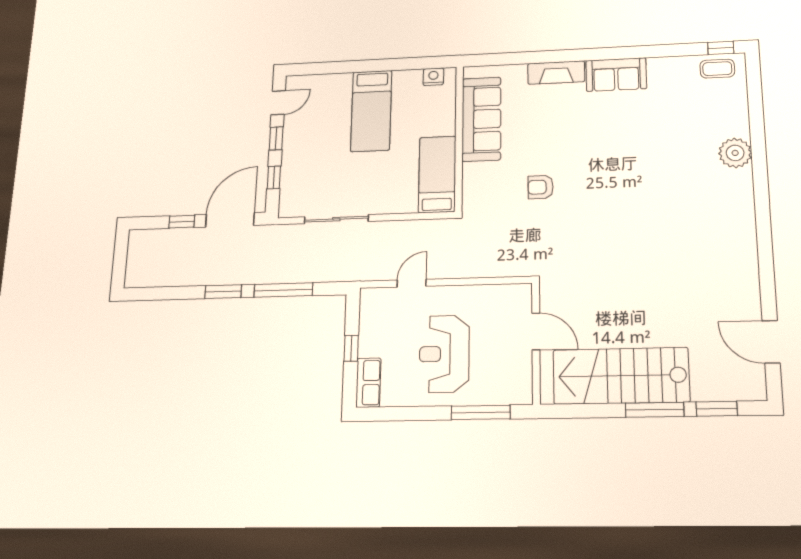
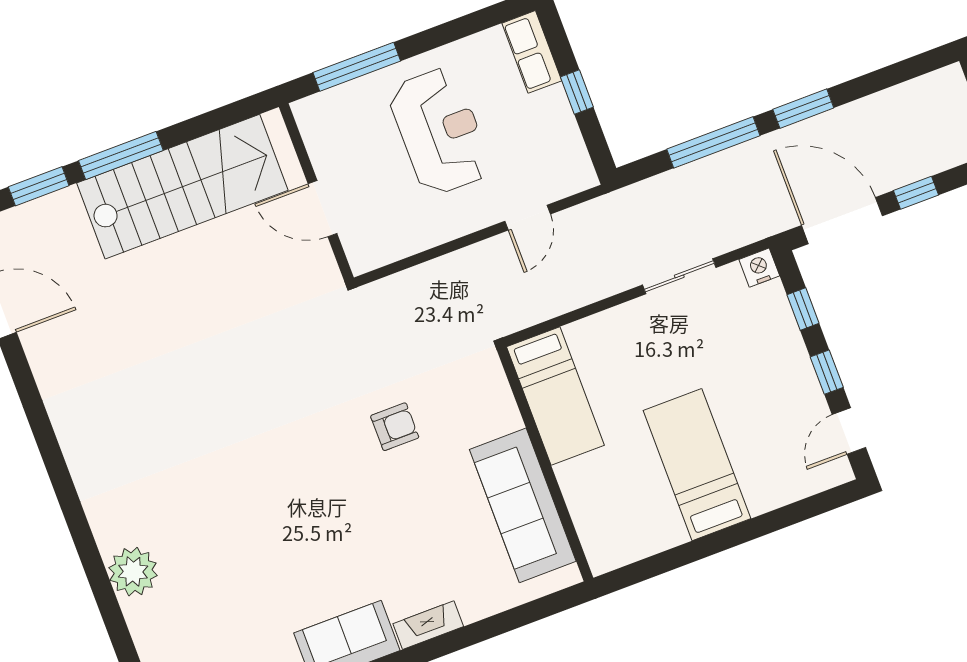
fireplace: (556, 73) -> (428, 625), width x0.73, depth x0.76
nightstand: (433, 77) -> (759, 268), moved, turned 180
sliding door: (336, 219) -> (679, 276), width x0.73
door: (230, 220) -> (842, 221), swing flipped

